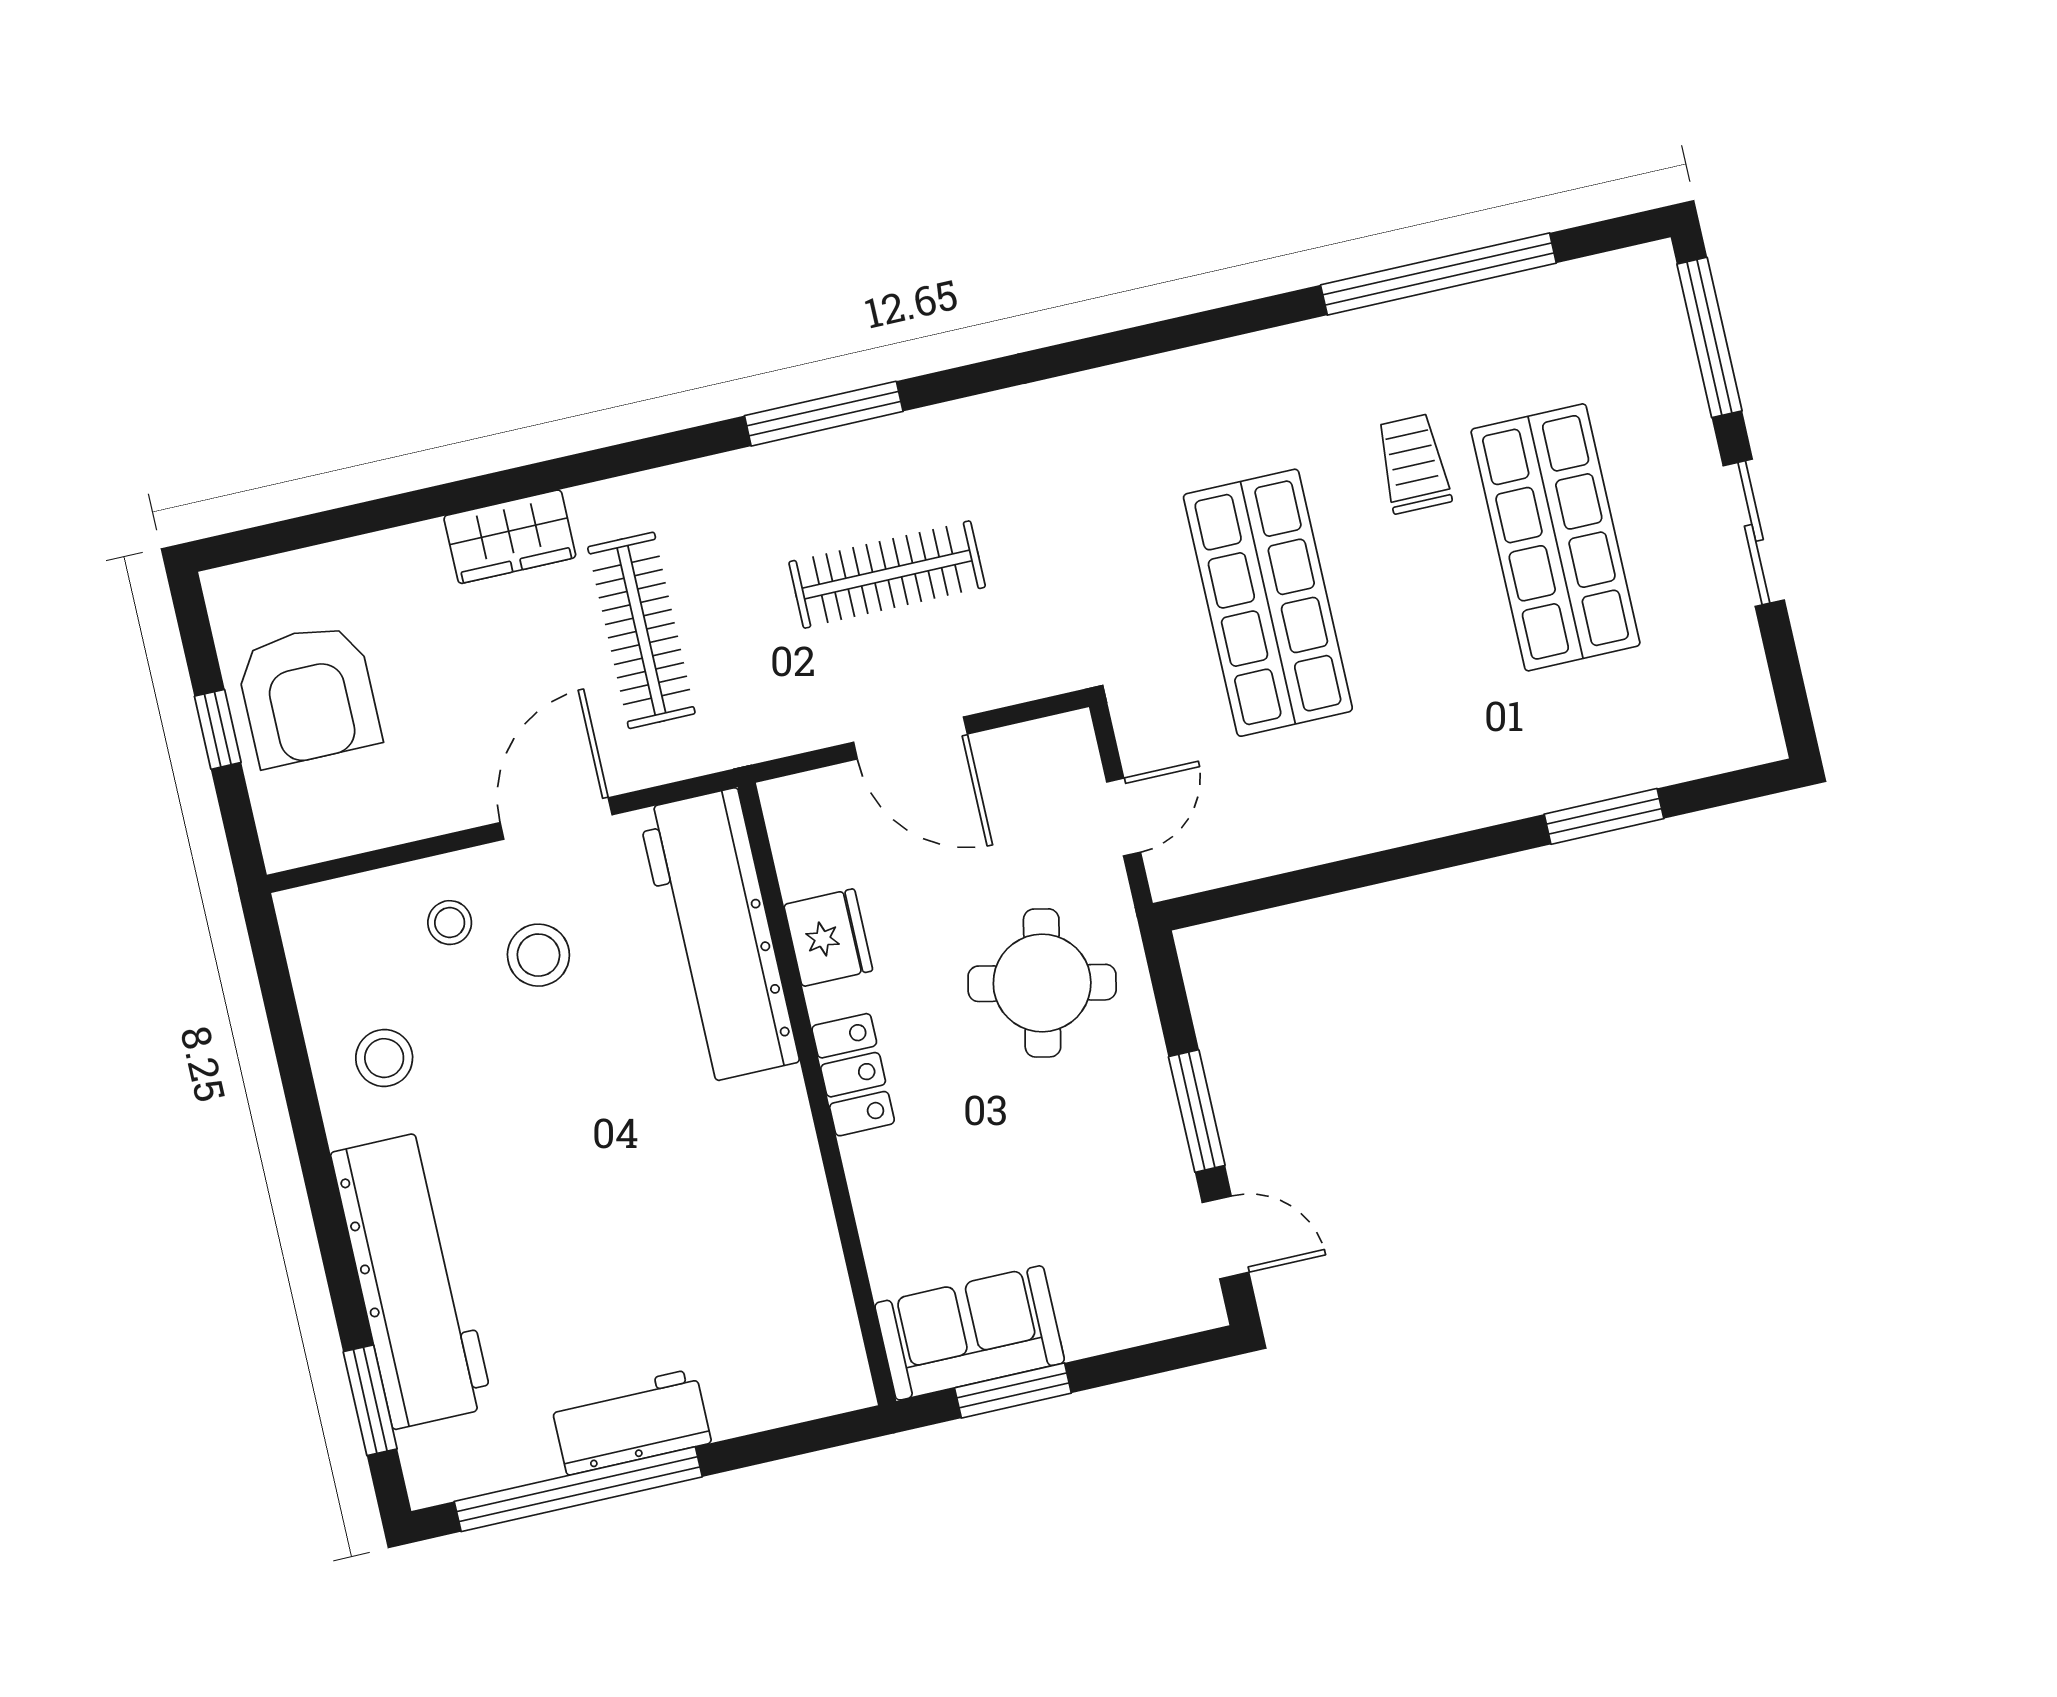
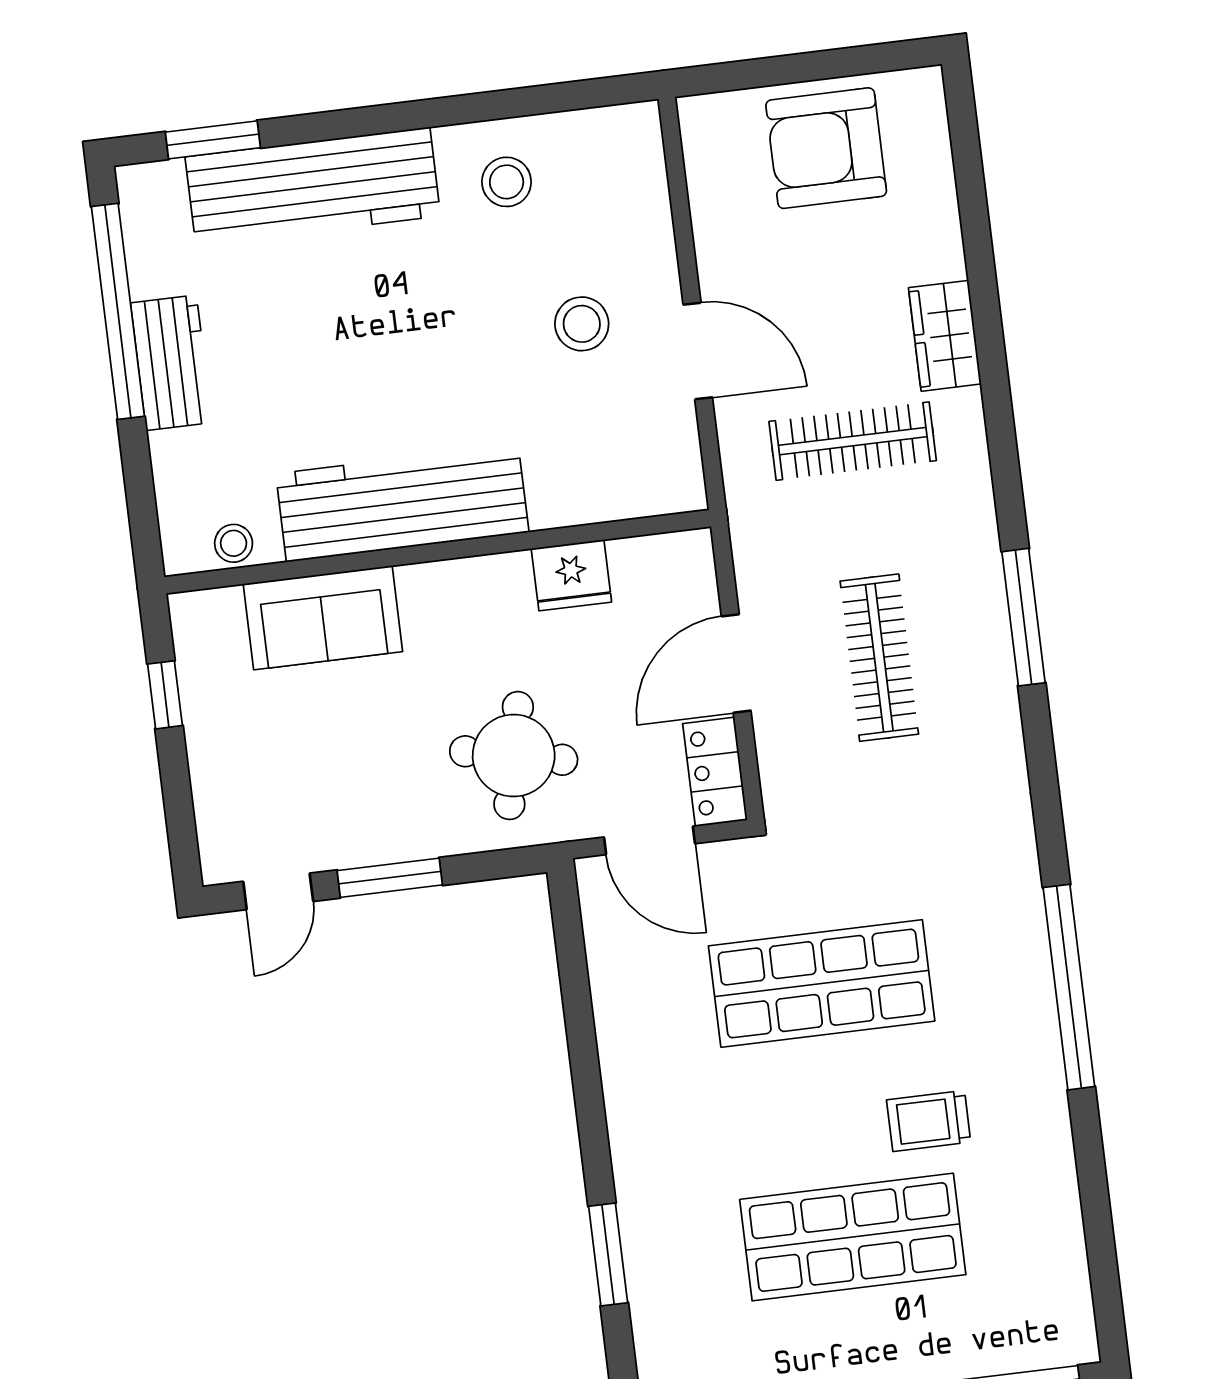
window: (1438, 274) -> (1069, 987), moved
trolley: (1413, 464) -> (929, 1121), turned 180
window: (218, 729) -> (804, 67), removed
door: (1124, 817) -> (649, 840), width x1.38
stool: (450, 923) -> (234, 543), moved
workbench: (719, 936) -> (402, 503), moved
locker: (853, 1075) -> (715, 772), moved, turned 90
sofa: (970, 1333) -> (323, 618), moved, turned 90
window: (1013, 1390) -> (165, 695), width x0.67

